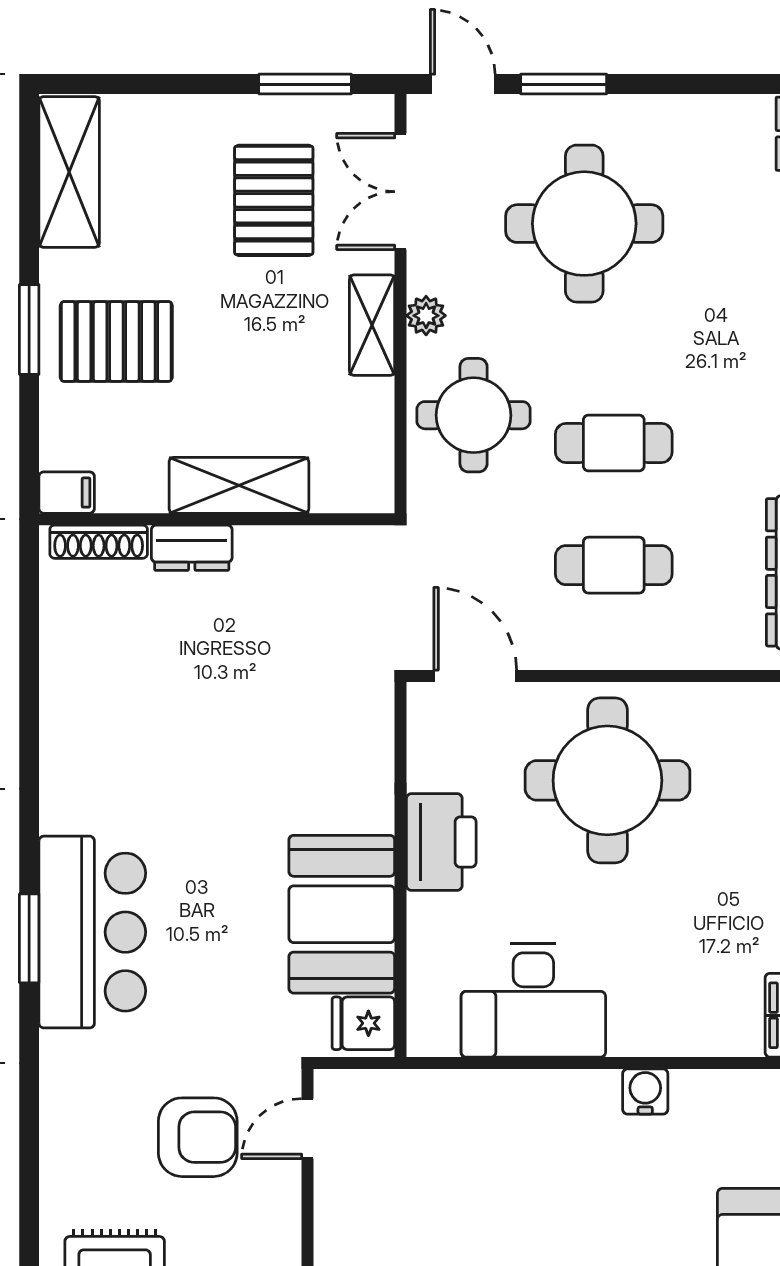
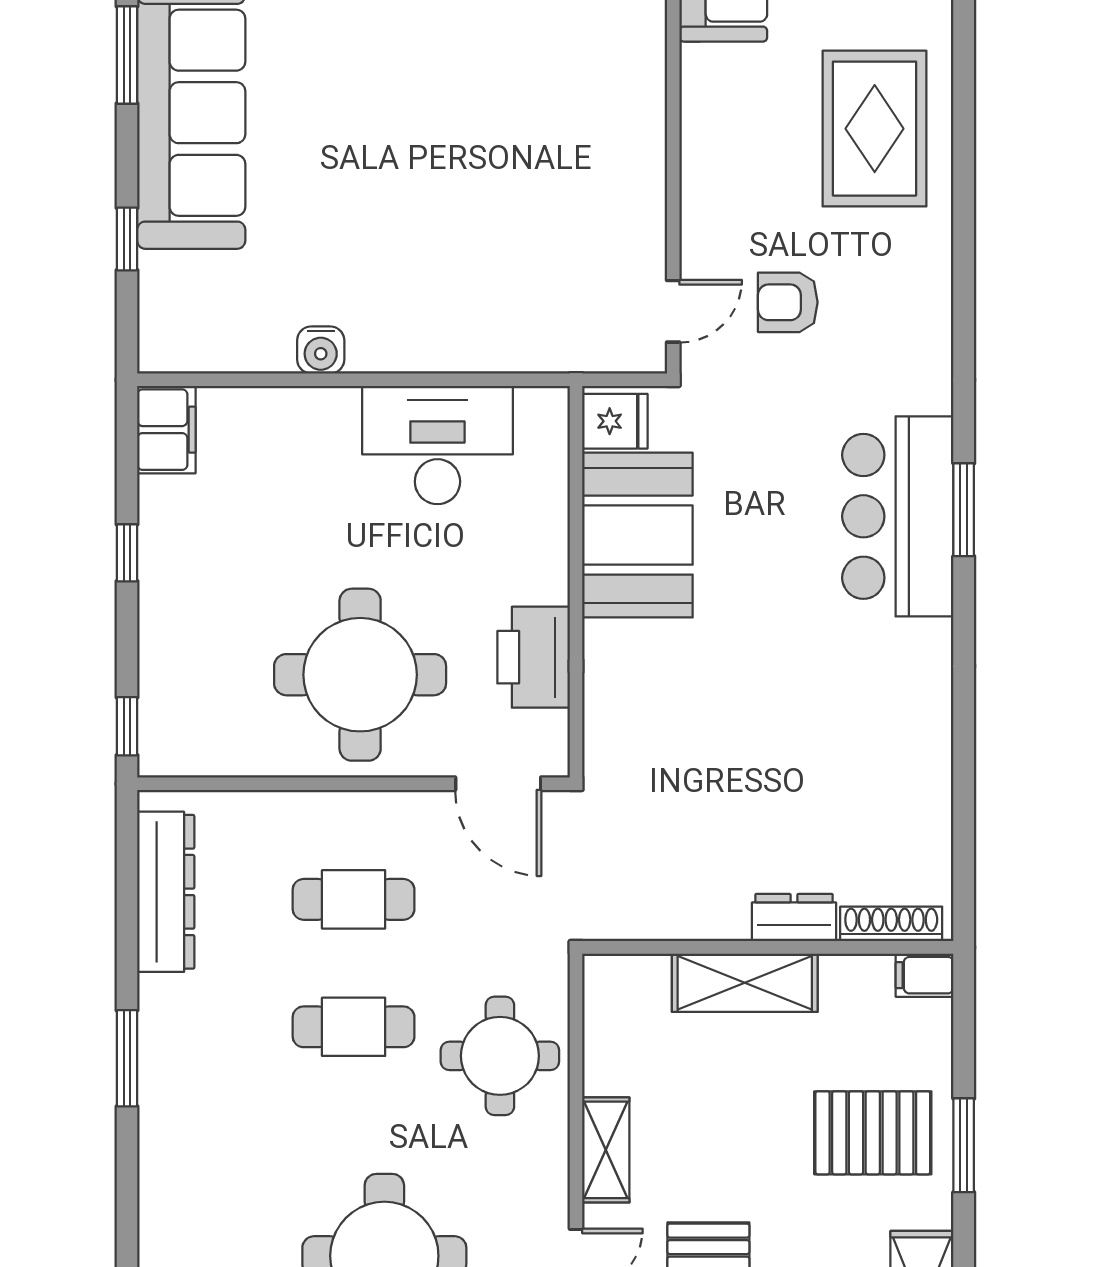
plant: (426, 316) -> (550, 1160), removed
printer: (441, 842) -> (534, 657), moved
armchair: (198, 1137) -> (788, 302), width x0.72, depth x0.72

